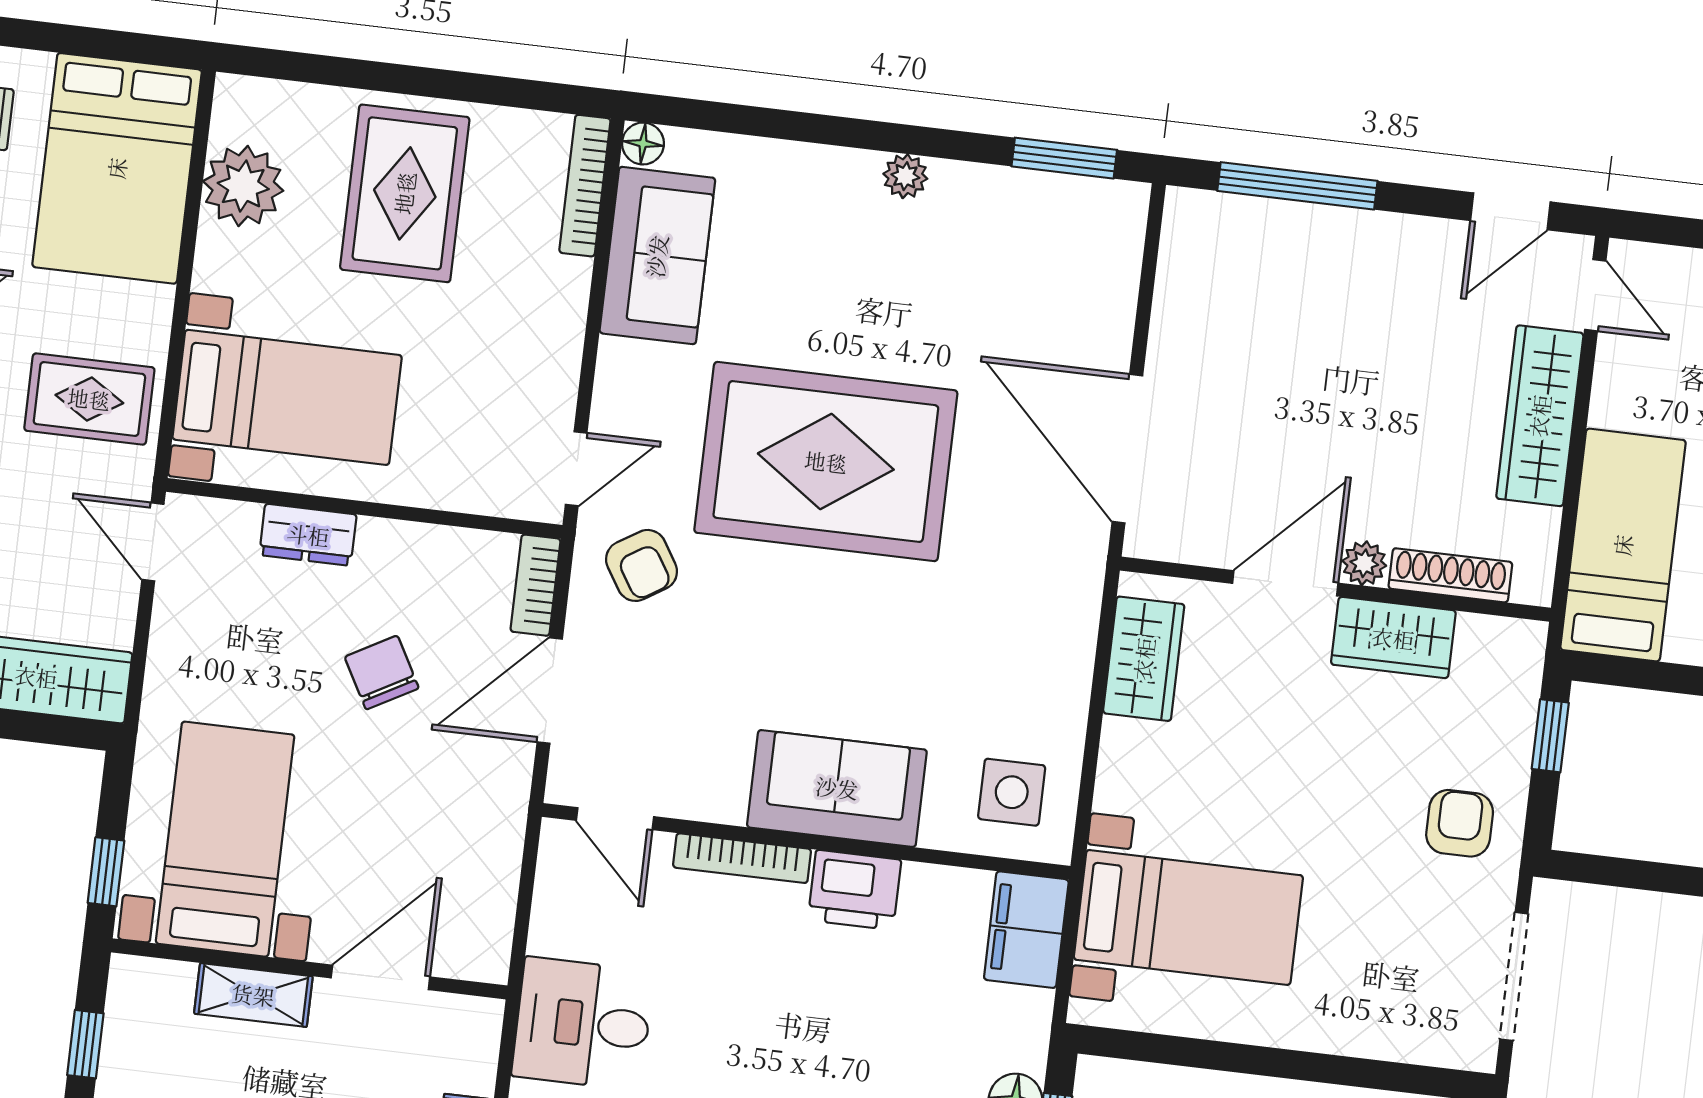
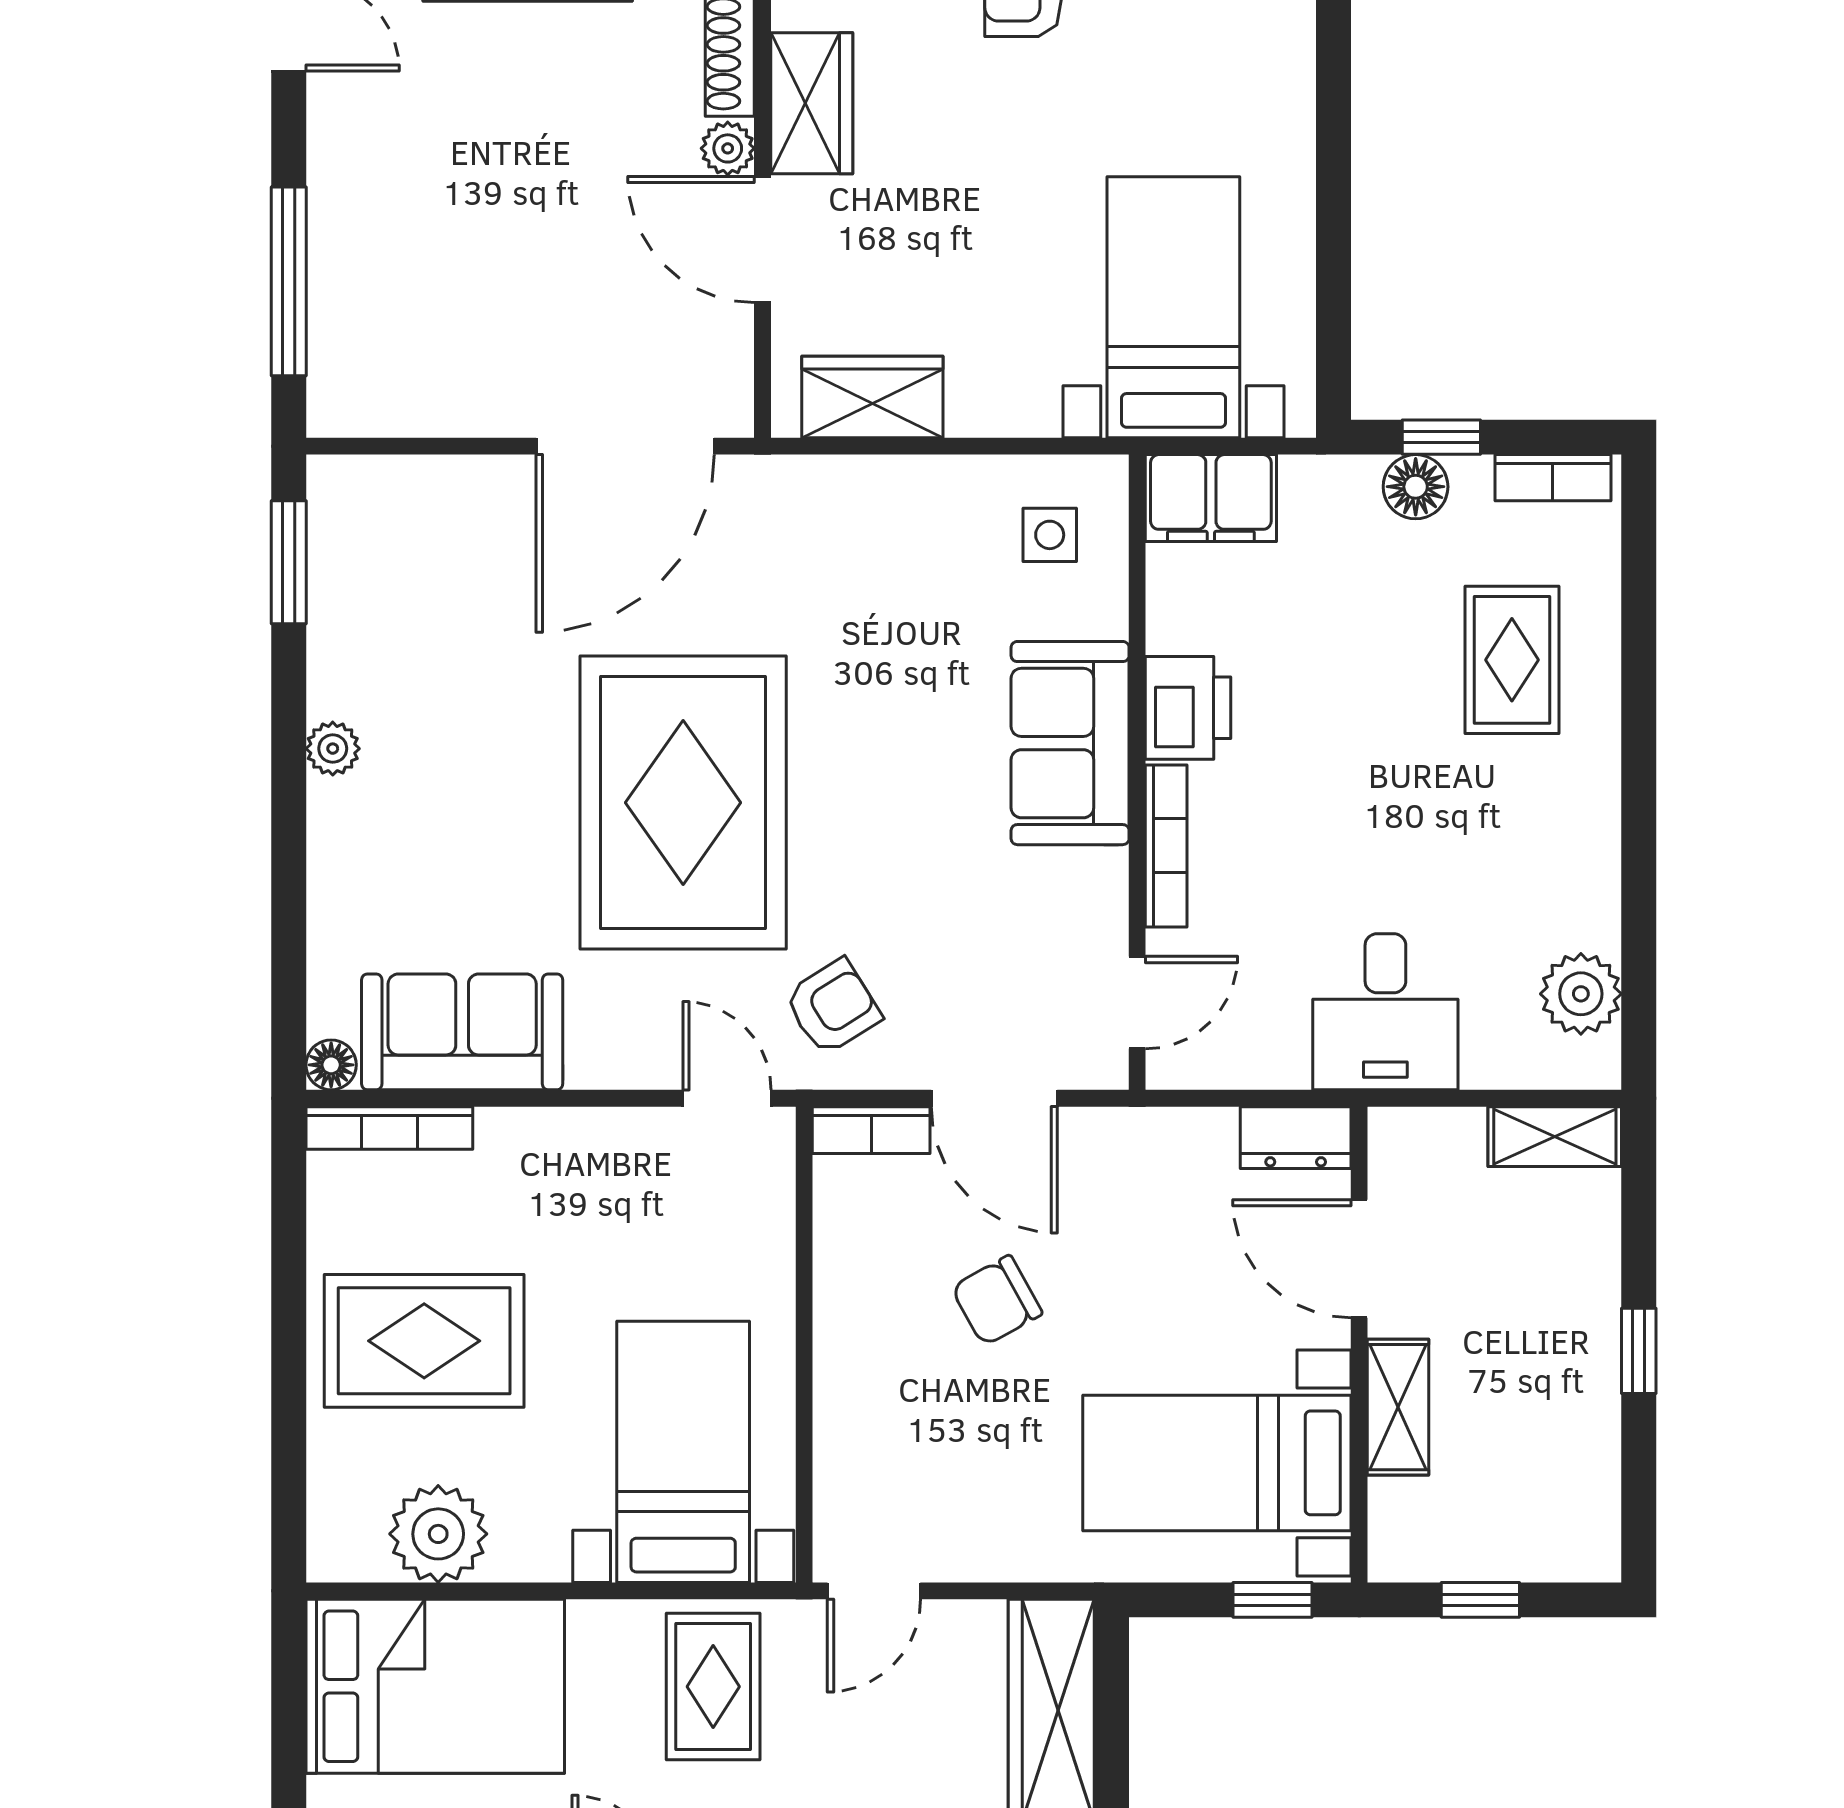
dresser: (308, 535) -> (1296, 1138), moved, turned 90
side table: (1012, 792) -> (1050, 535), width x0.73, depth x0.73

